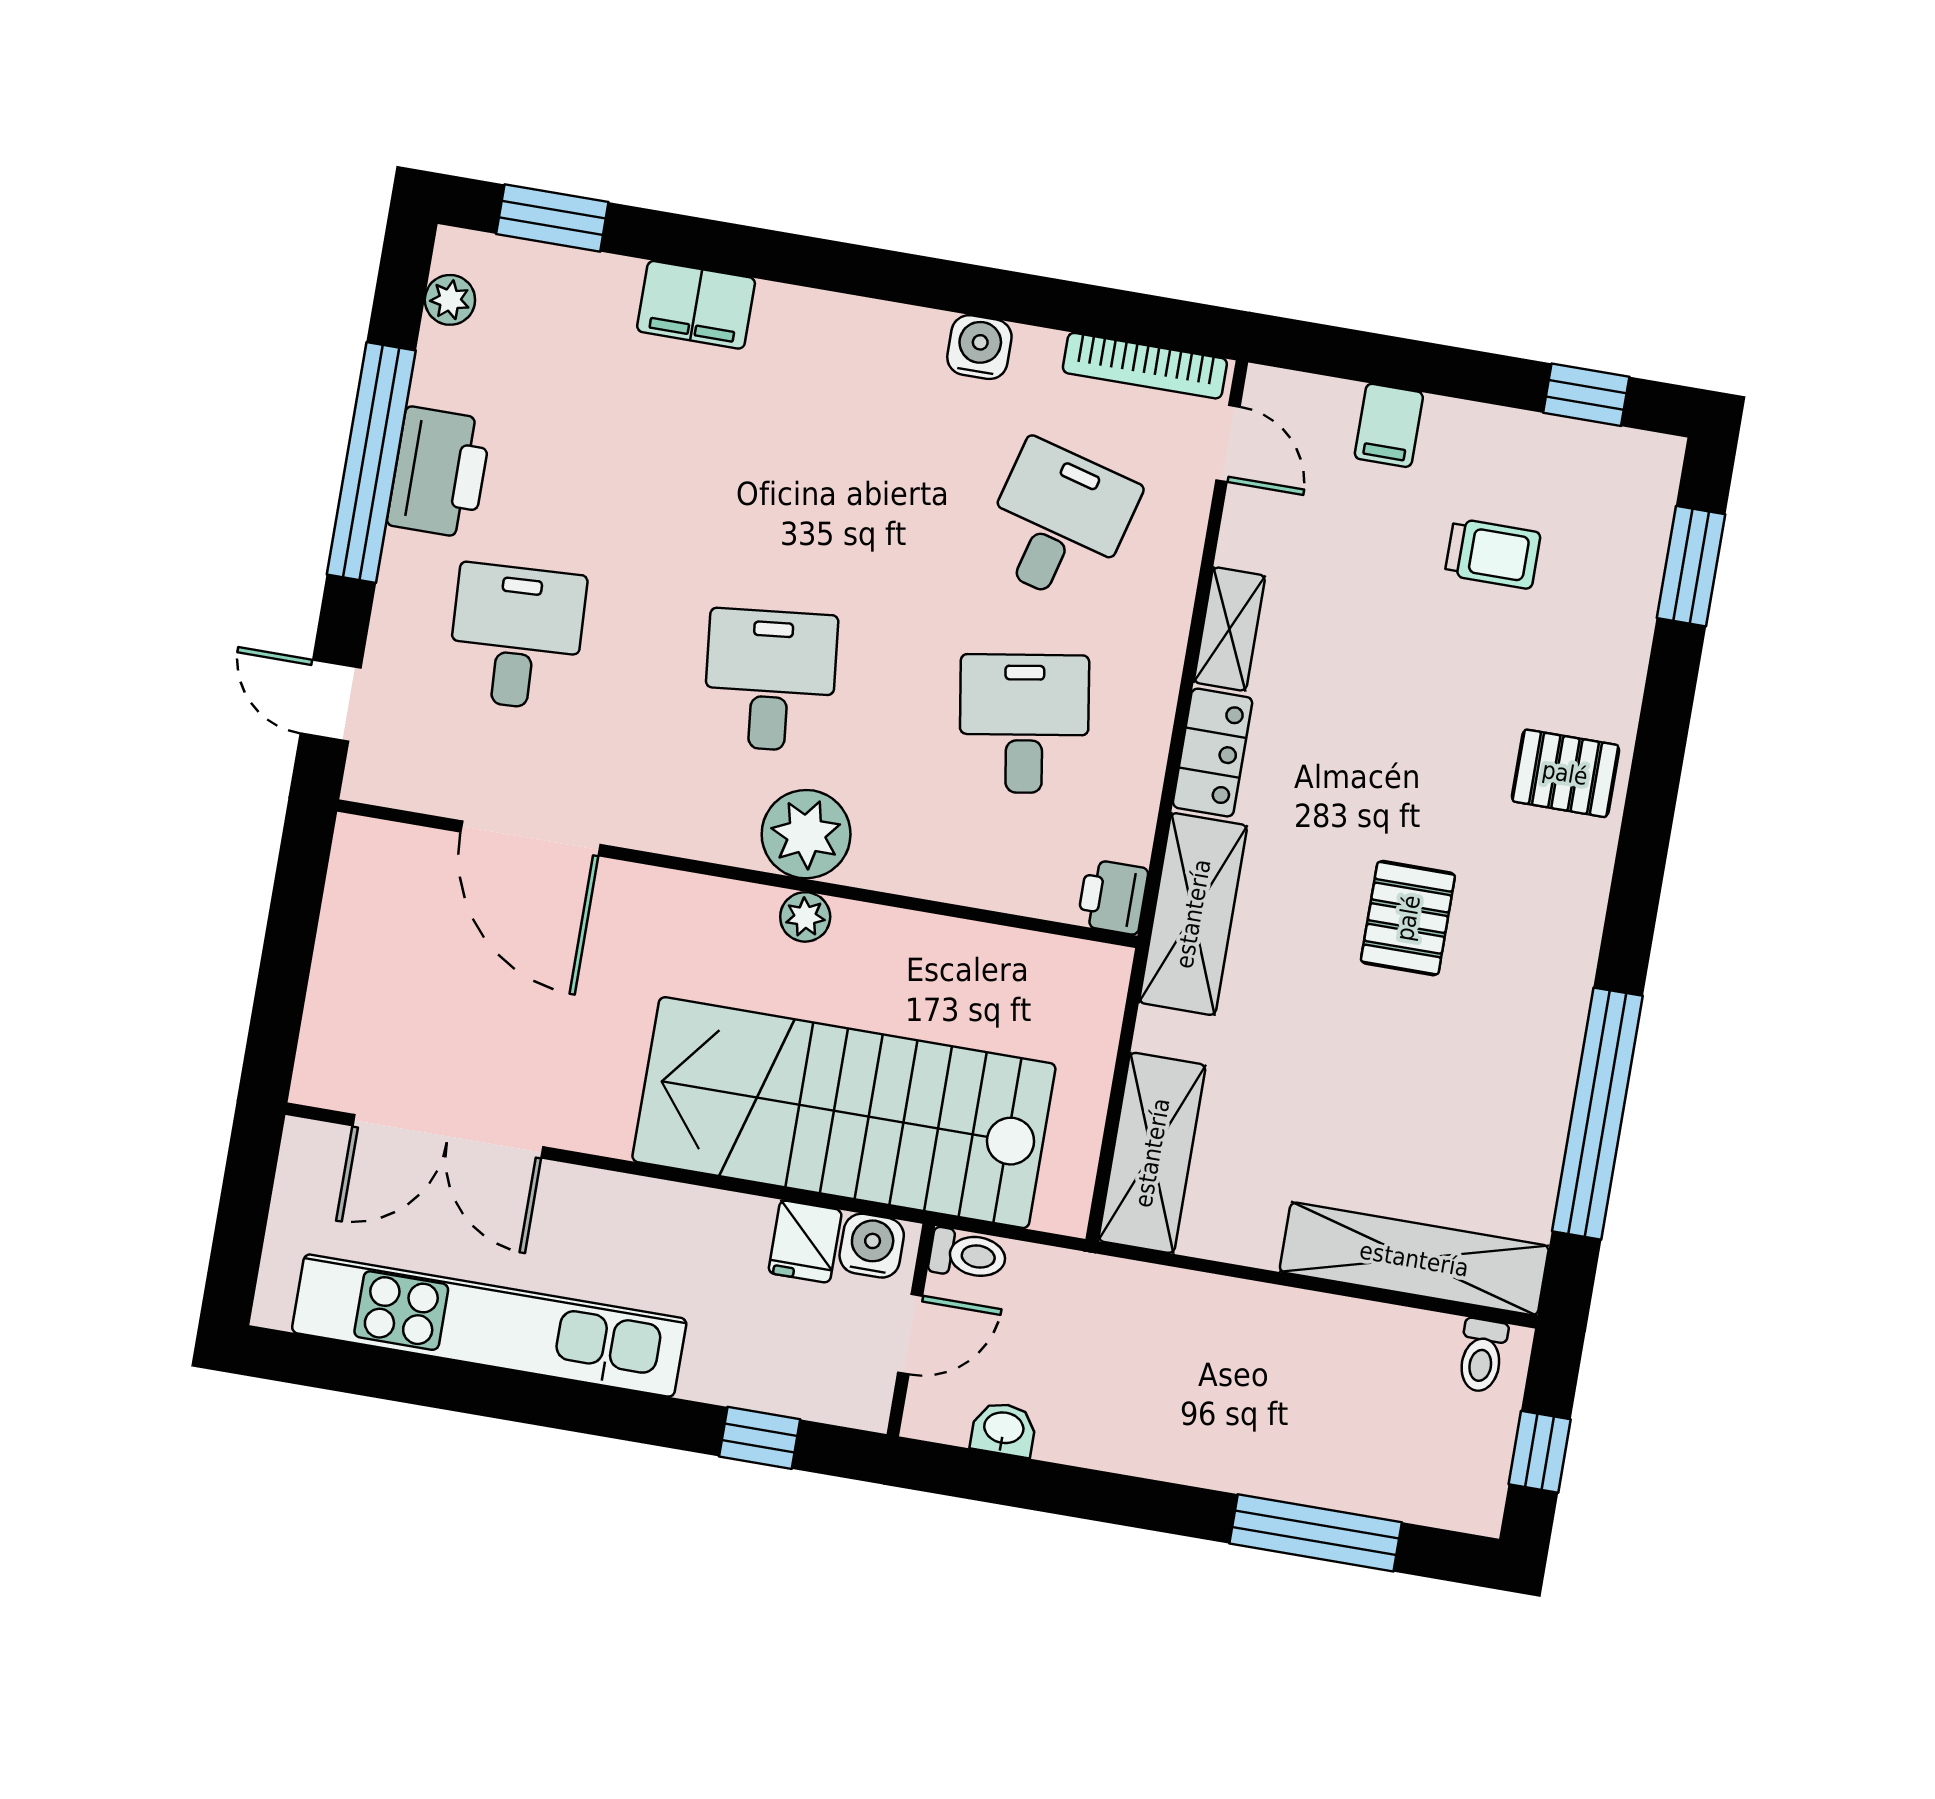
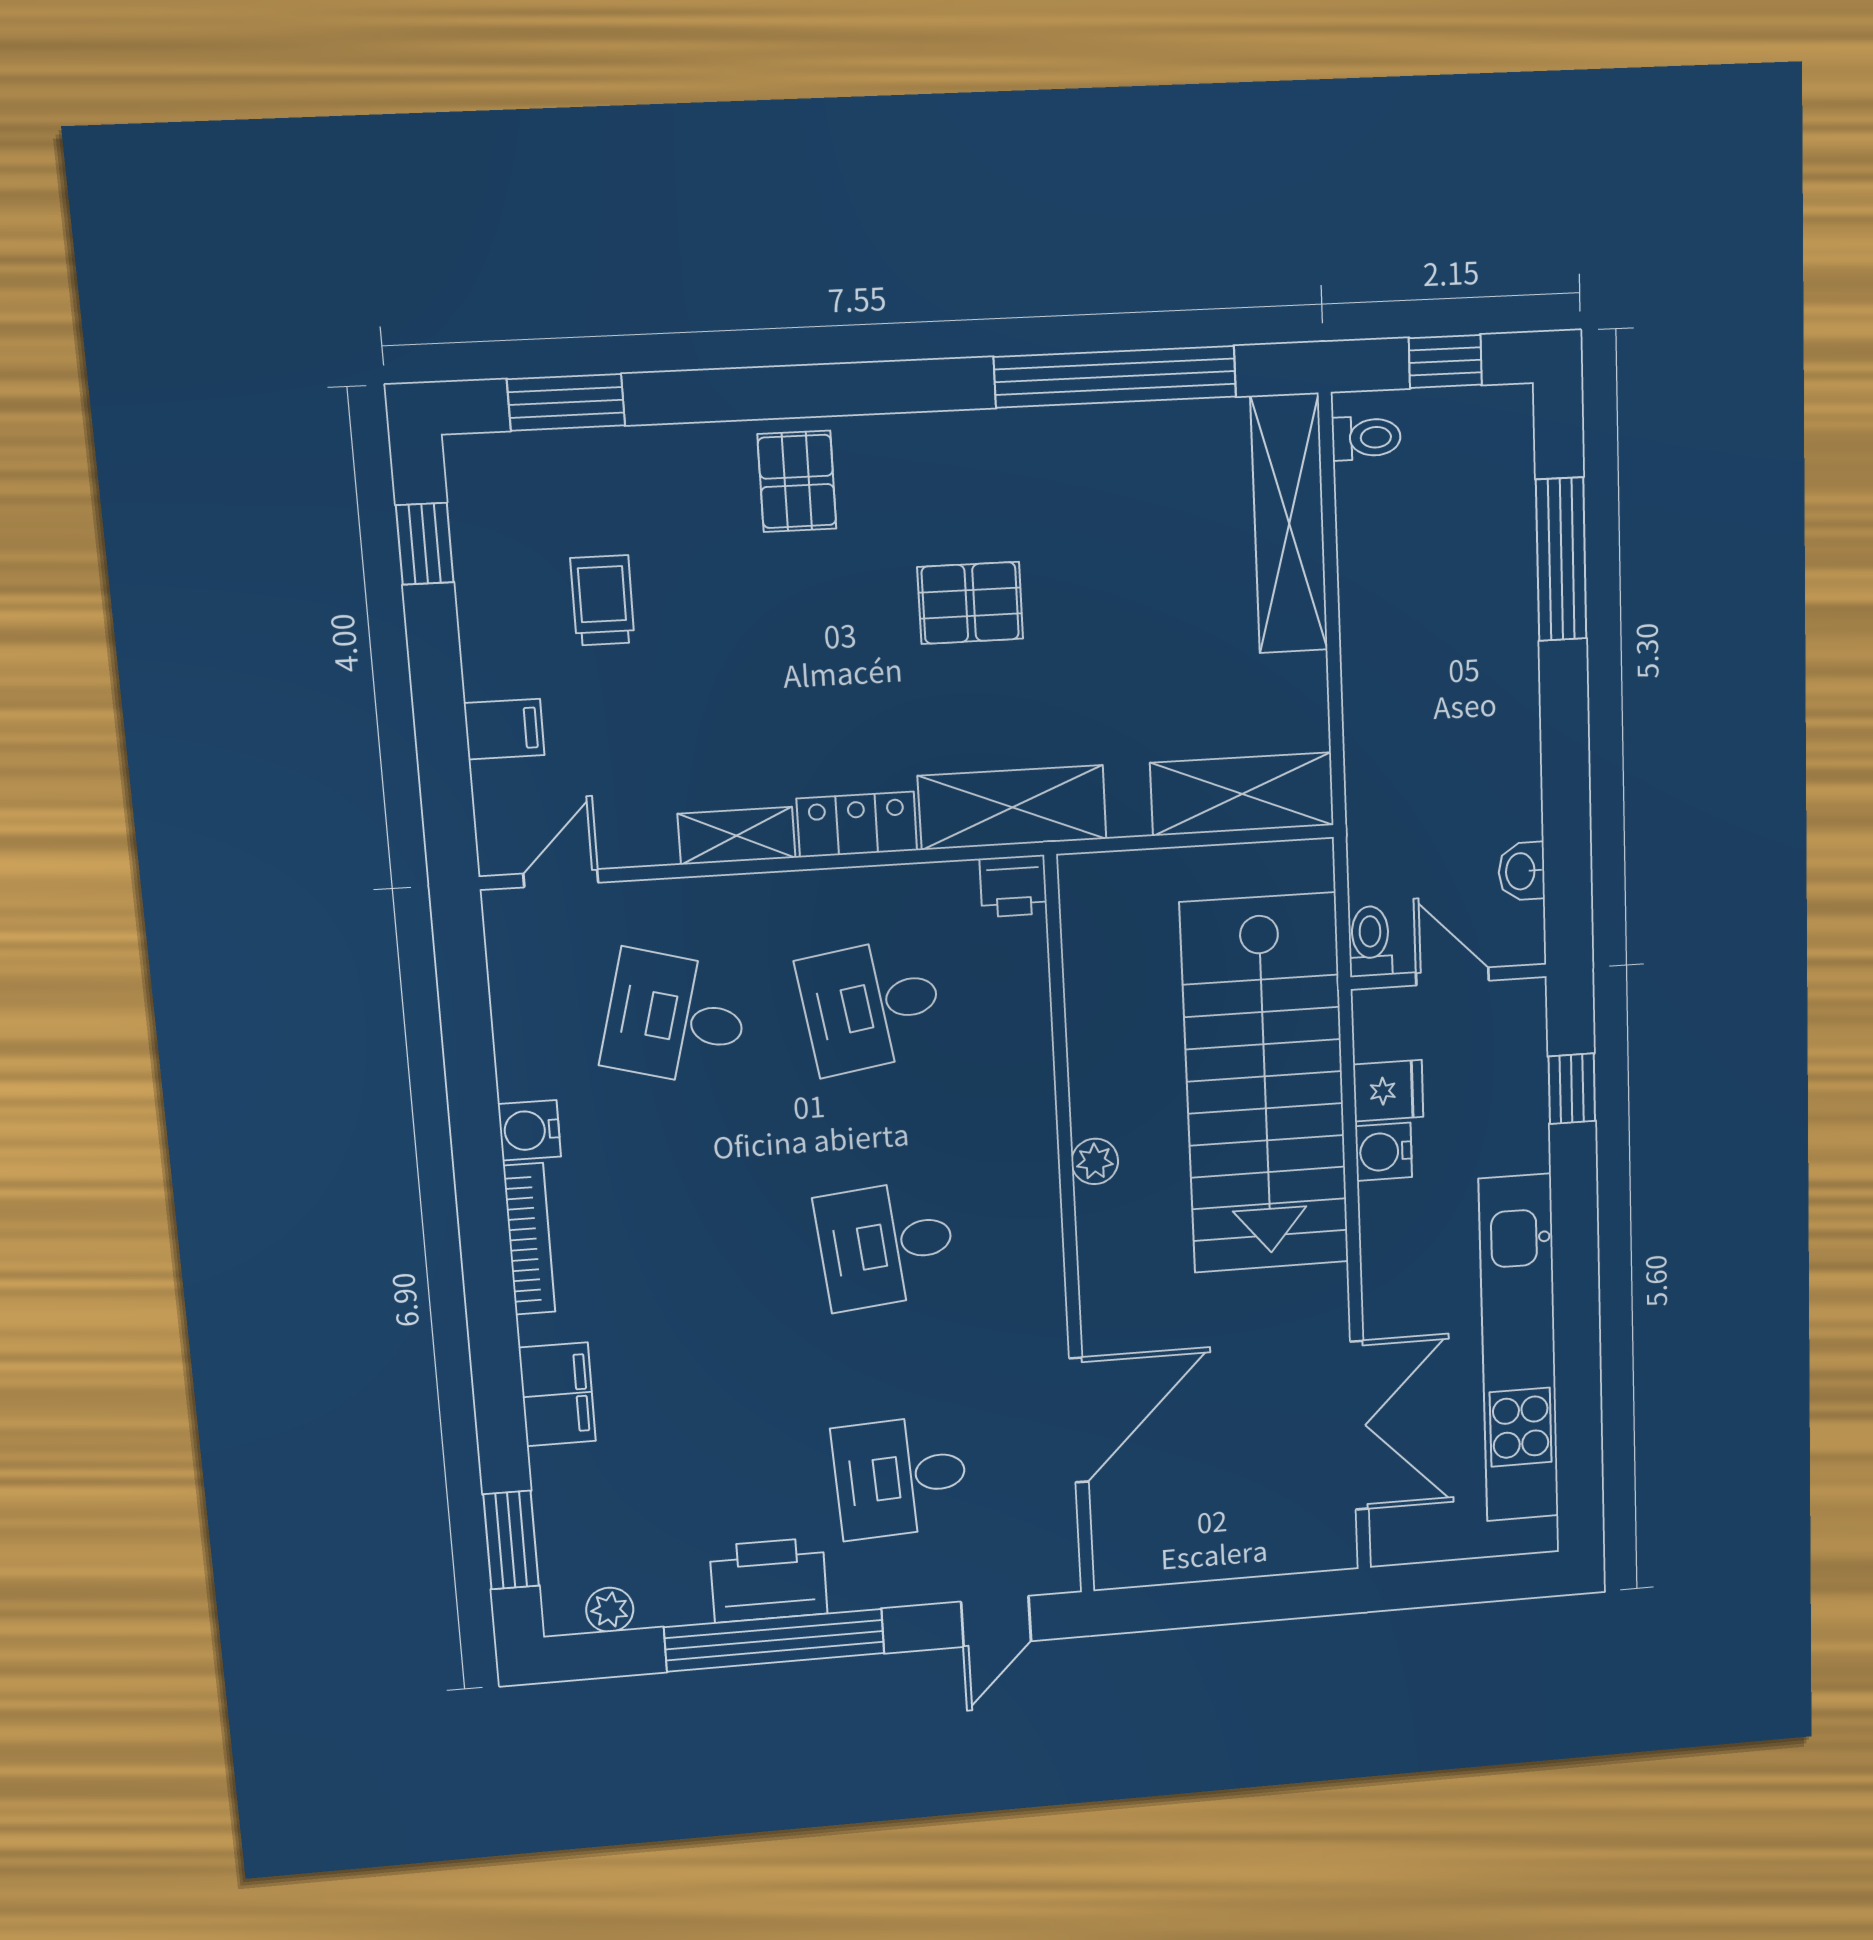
bookcase: (1145, 366) -> (529, 1239), moved
plant: (806, 834) -> (1019, 1179), removed
water cooler: (872, 1246) -> (1384, 1152), moved

